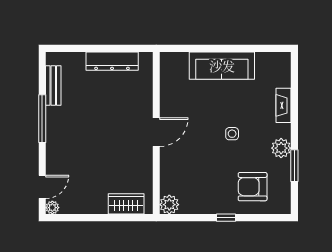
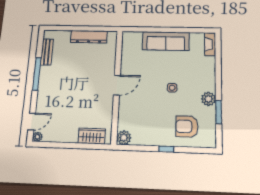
fireplace: (284, 105) -> (210, 44), moved

